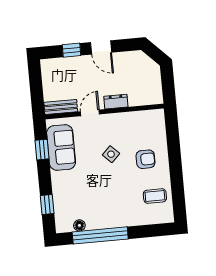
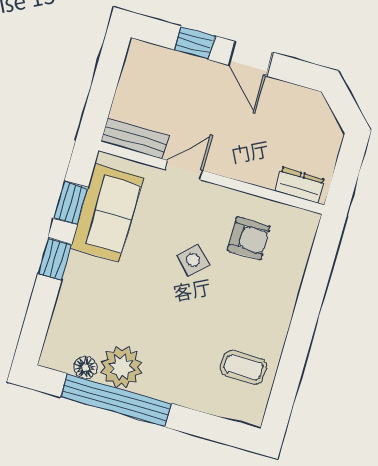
dresser: (116, 102) -> (300, 185), moved
armchair: (146, 159) -> (249, 238), moved
window: (47, 205) -> (55, 259), moved
plant: (97, 219) -> (122, 367), added

